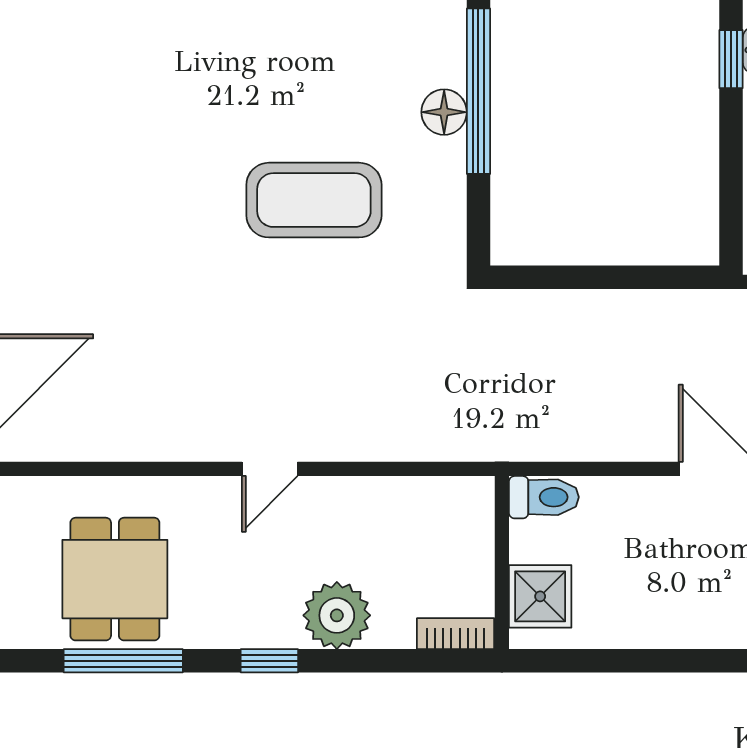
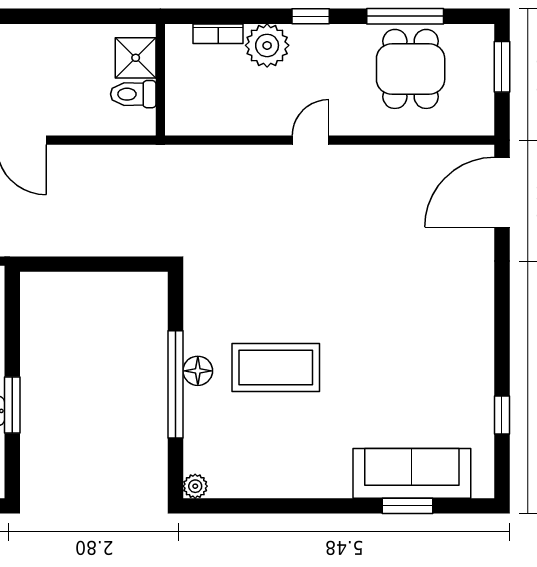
window: (731, 59) -> (12, 405), width x1.50
coffee table: (314, 200) -> (276, 367), moved
toilet: (544, 497) -> (133, 94), moved
bookcase: (456, 634) -> (218, 34), moved

